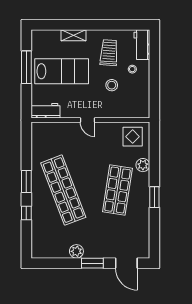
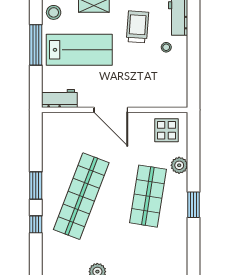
stool: (112, 85) -> (54, 12), moved
door: (87, 120) -> (111, 110), width x1.87
shop shelf: (63, 190) -> (81, 196), turned 42

